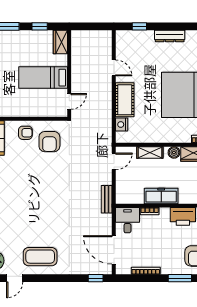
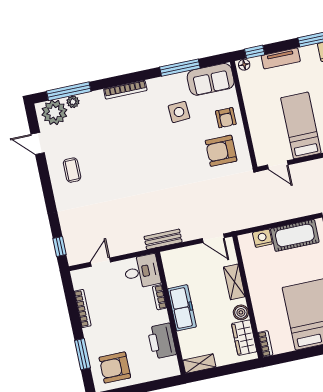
side table: (14, 167) -> (179, 112), added
door: (114, 250) -> (100, 262), width x0.53
coffee table: (40, 257) -> (72, 170), width x0.54, depth x0.58

